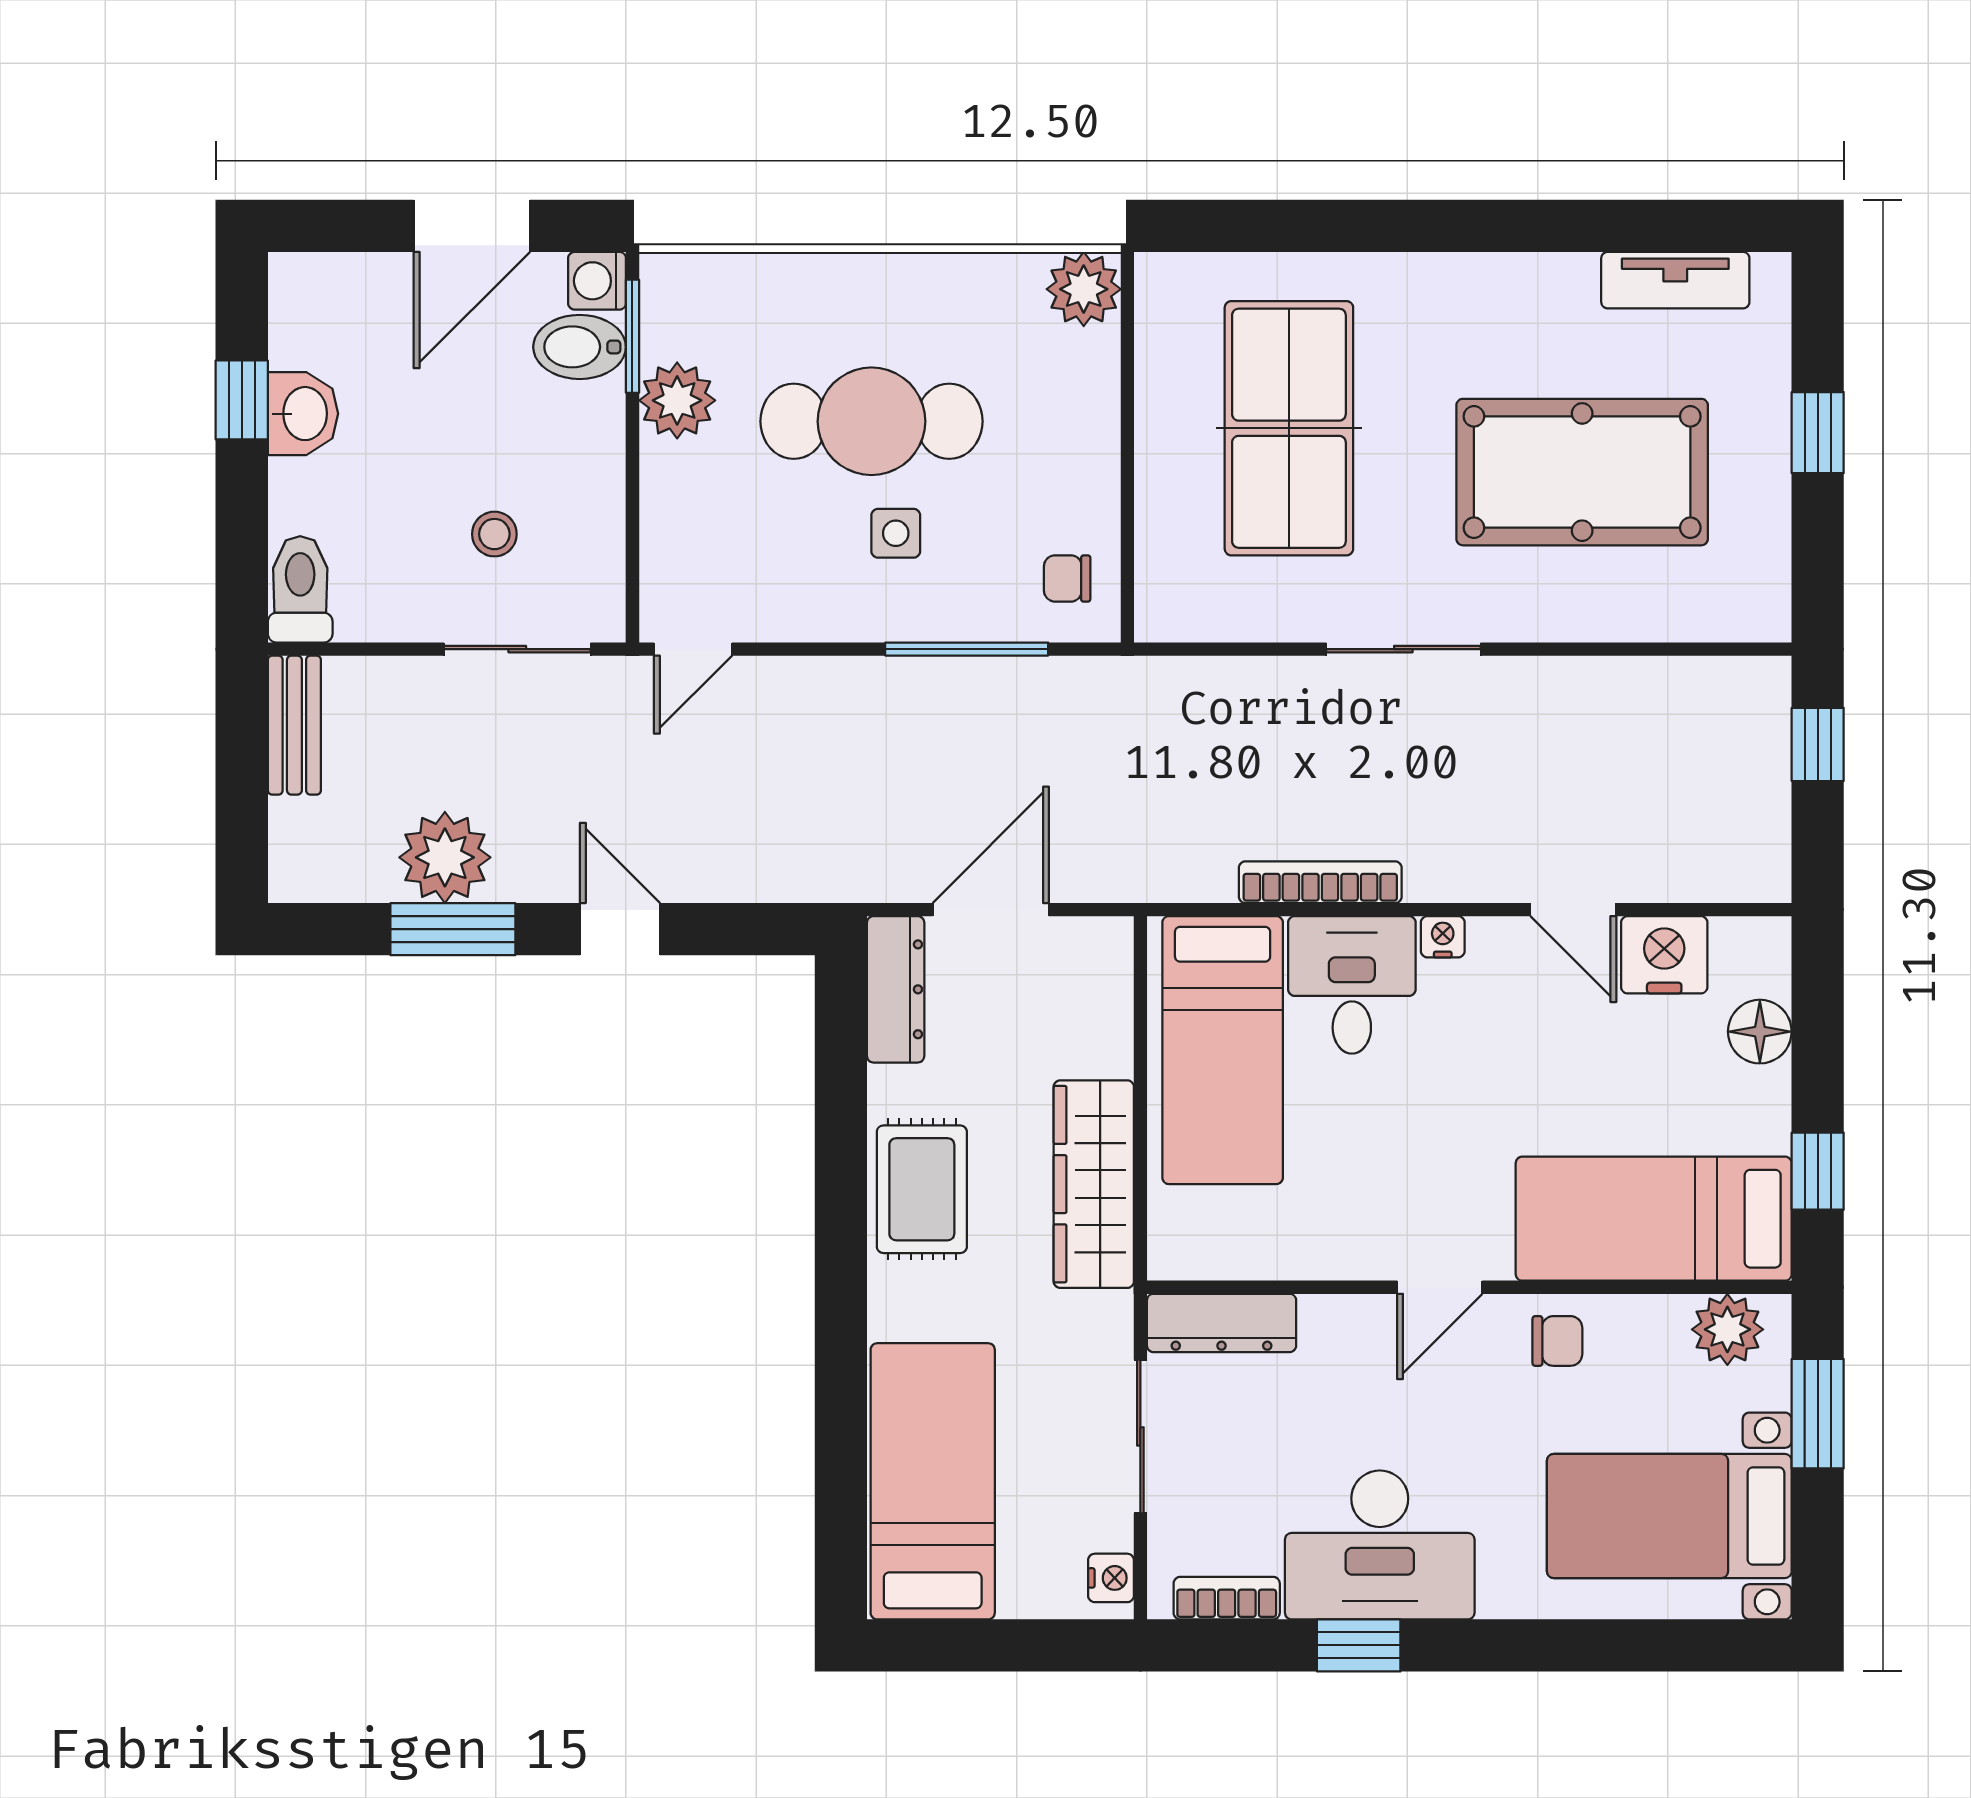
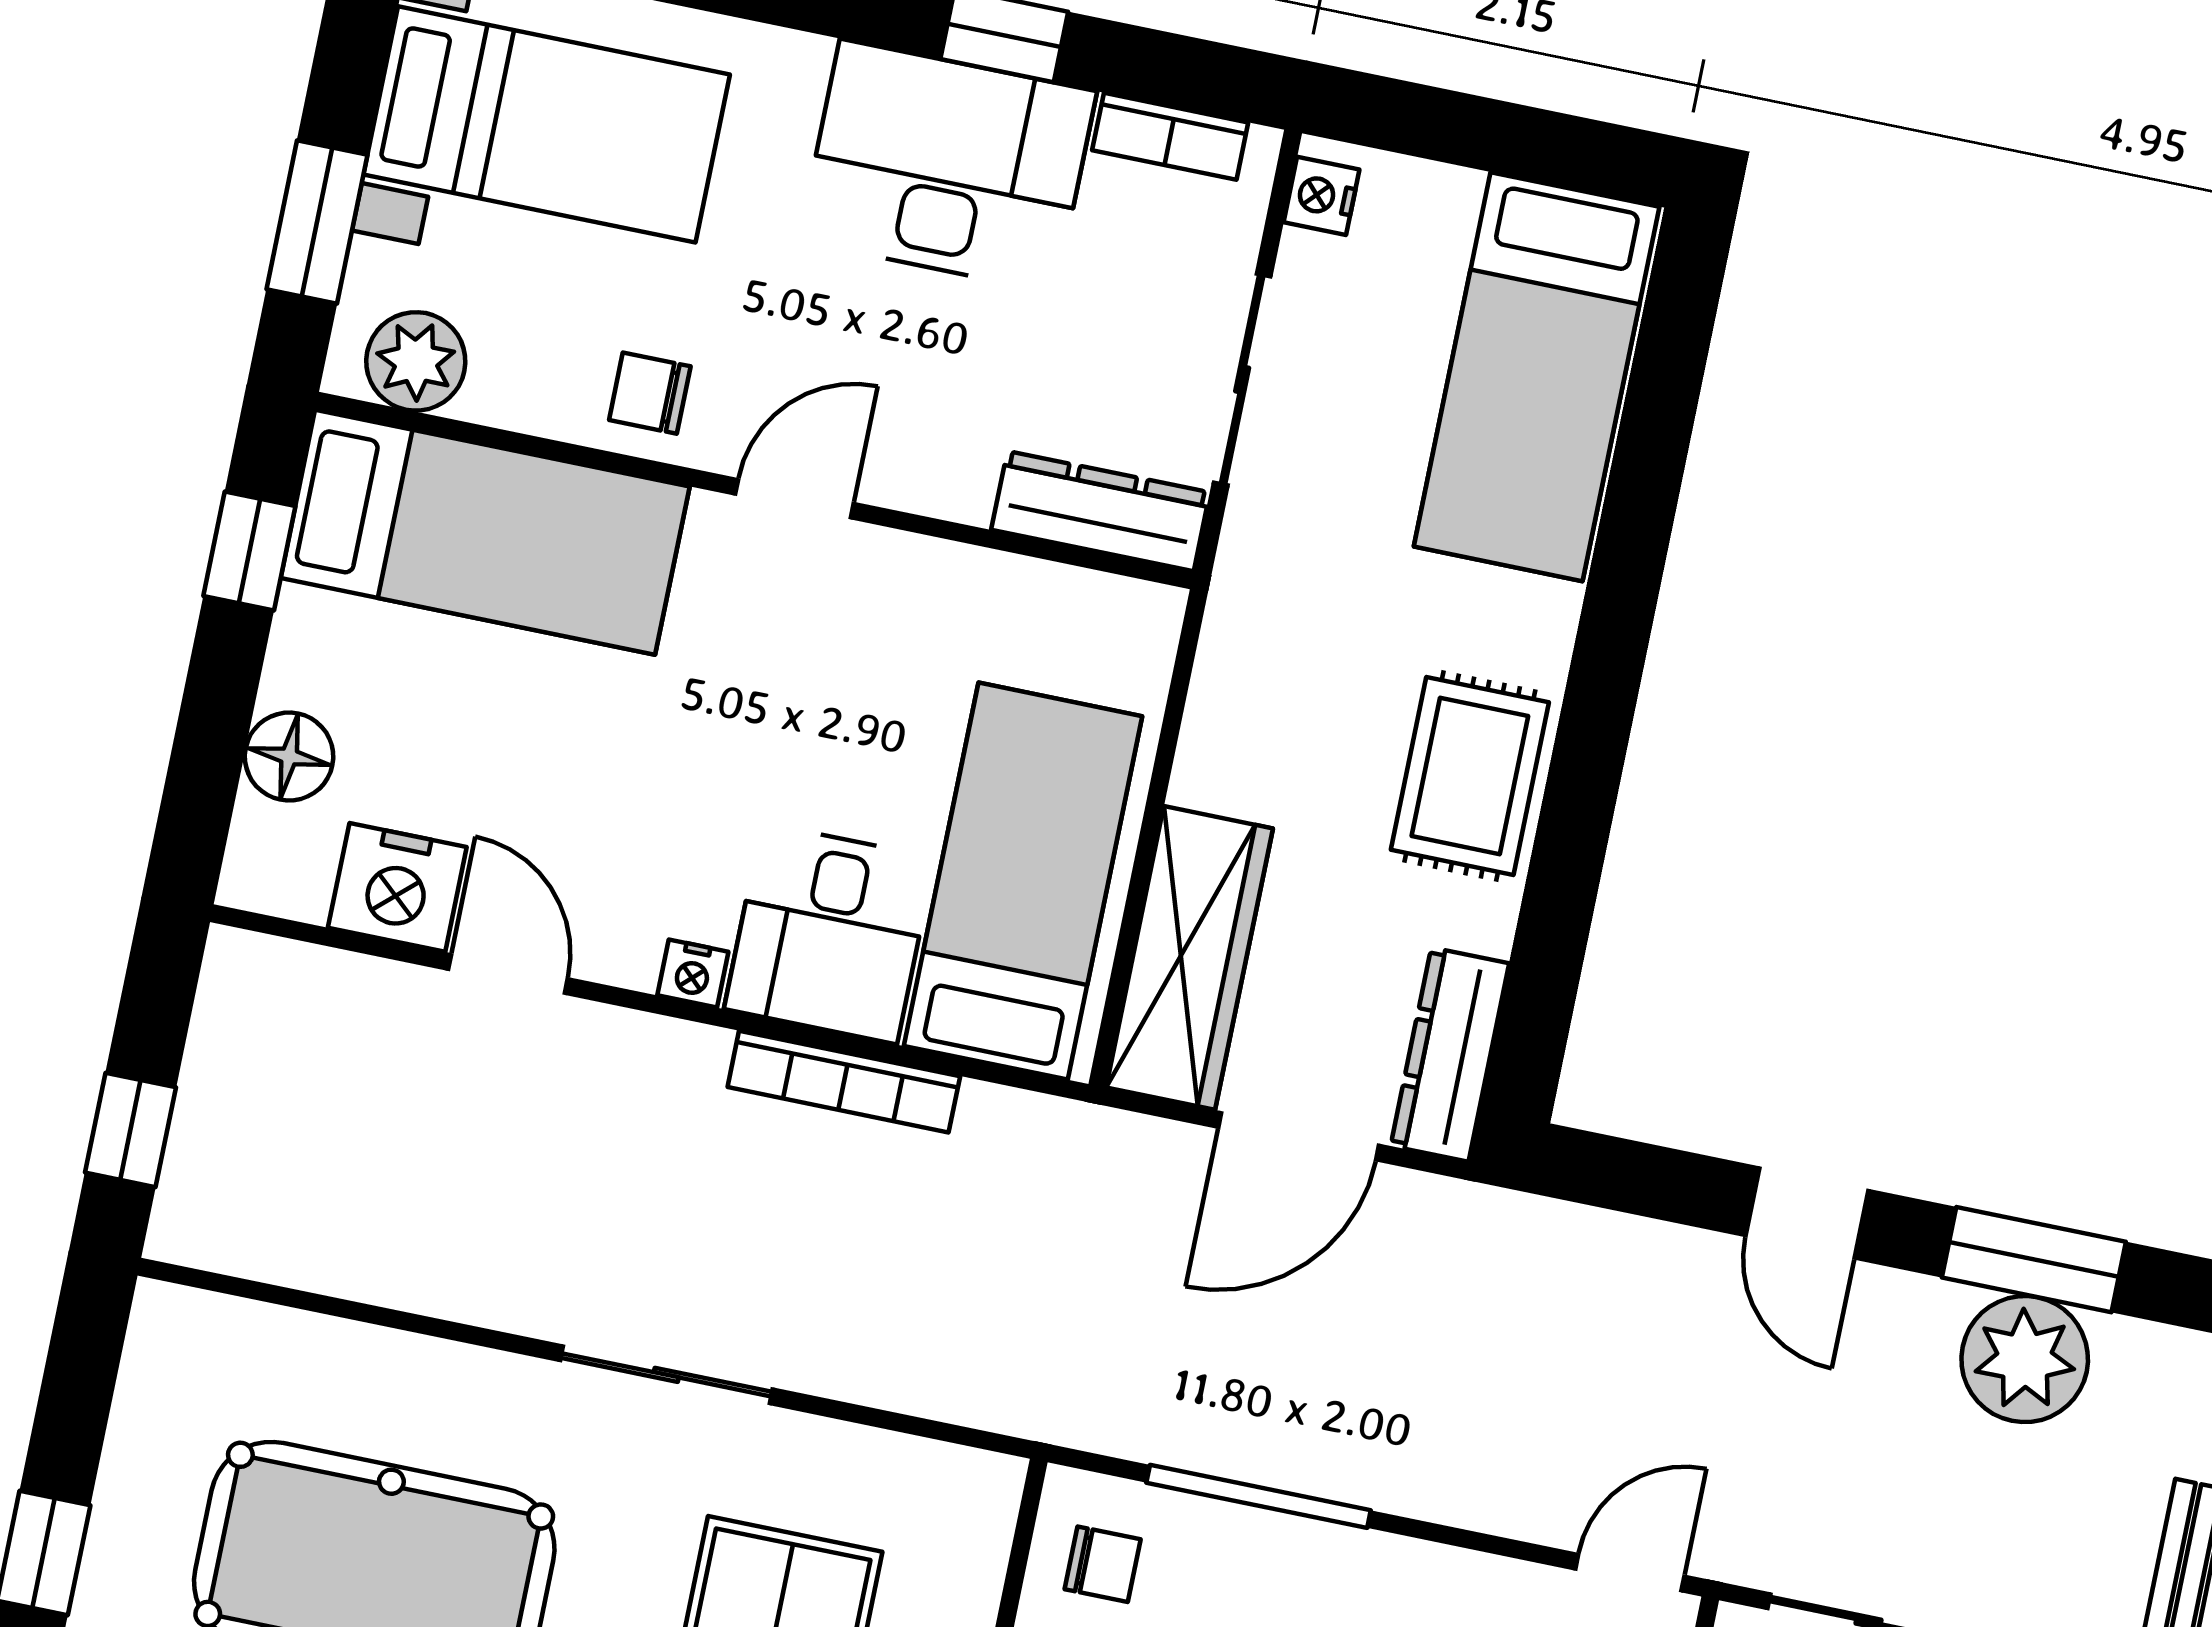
wardrobe: (1094, 1184) -> (1189, 958), moved

